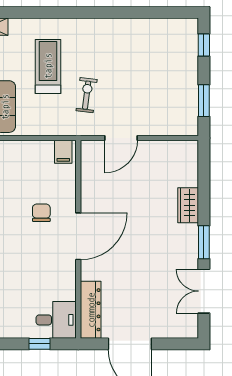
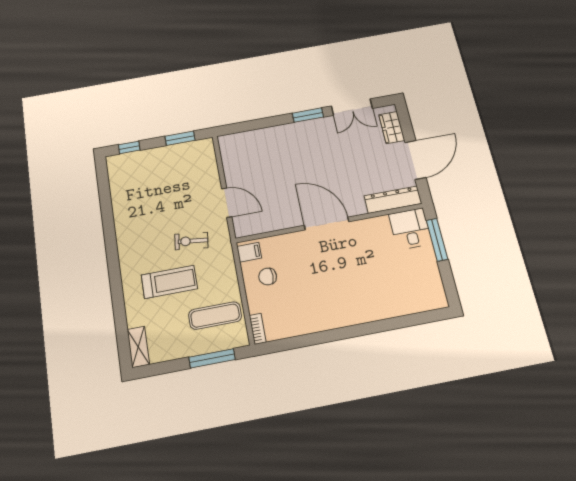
treadmill: (48, 66) -> (169, 282), turned 180
wardrobe: (188, 205) -> (392, 128), moved, turned 90
chair: (41, 213) -> (268, 276), moved
window: (39, 344) -> (437, 240), width x2.17

